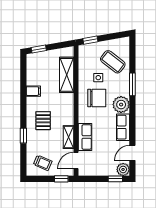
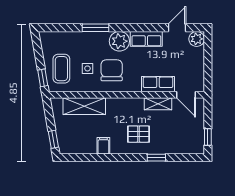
coffee table: (113, 62) -> (61, 69), moved, turned -38
door: (132, 153) -> (177, 28), swing flipped
trolley: (43, 163) -> (189, 135), removed
window: (61, 179) -> (208, 137), moved
window: (115, 179) -> (208, 48), removed

